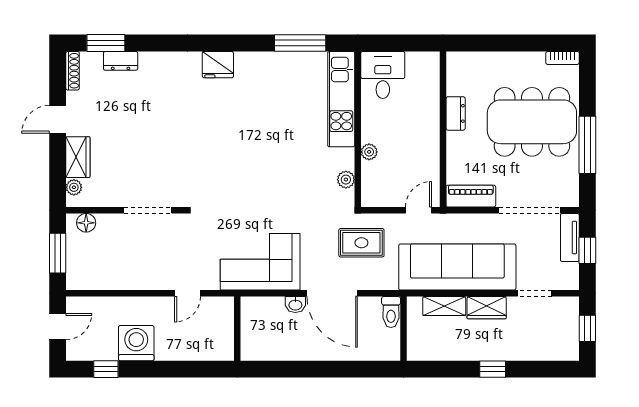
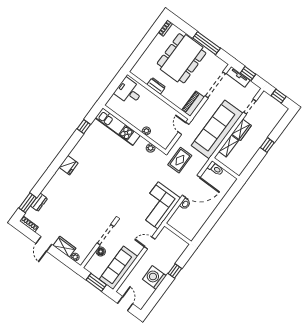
window: (300, 43) -> (84, 127), width x0.46
desk: (383, 75) -> (129, 92), moved
floor lamp: (86, 223) -> (101, 252), moved
sofa: (109, 272) -> (118, 268), added
door: (188, 293) -> (150, 243), swing flipped
window: (106, 369) -> (175, 271), moved

